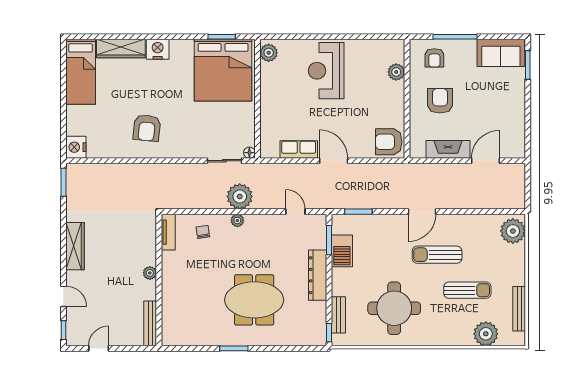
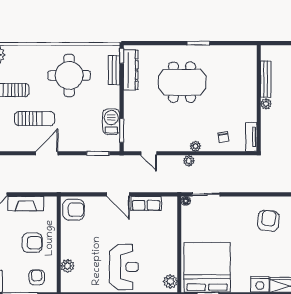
armchair: (440, 101) -> (32, 243), turned -90
plant: (240, 196) -> (189, 161), width x0.53, depth x0.53
dresser: (318, 275) -> (131, 70), moved
bench: (150, 323) -> (266, 79), moved

